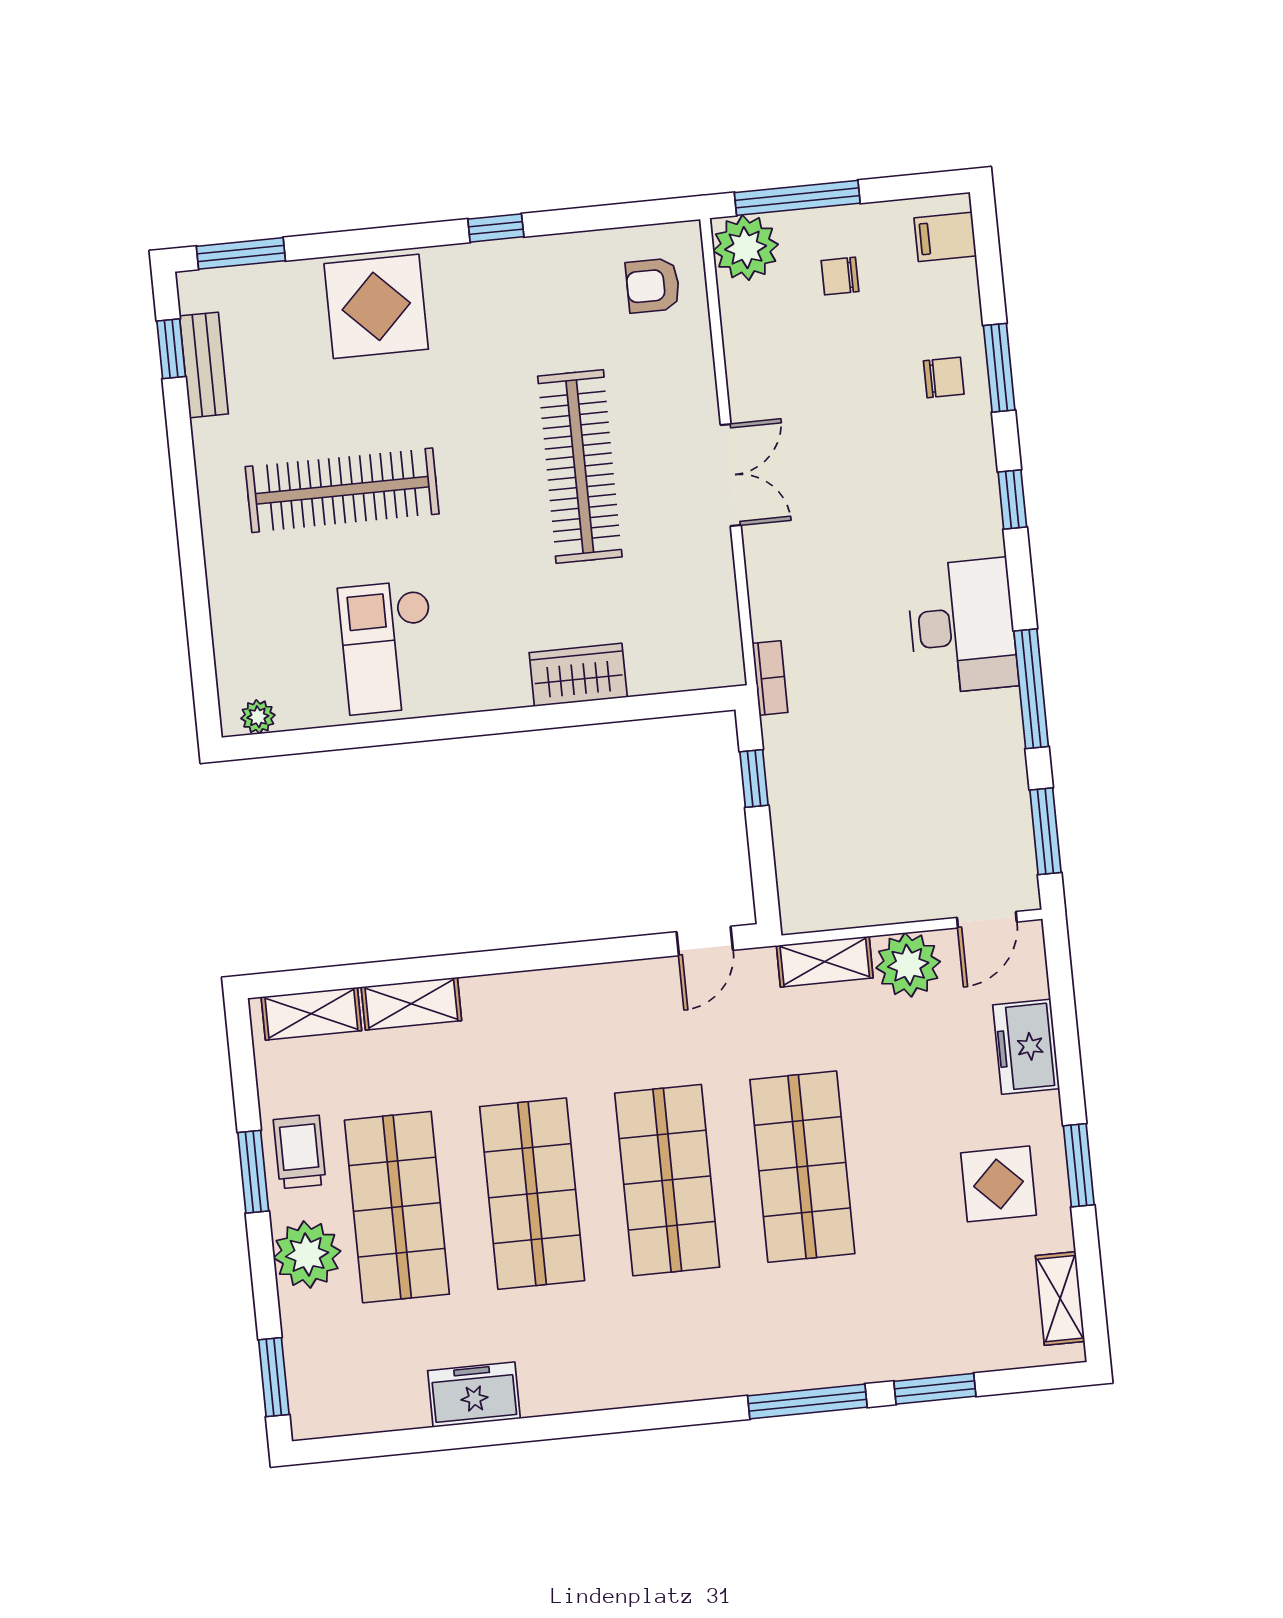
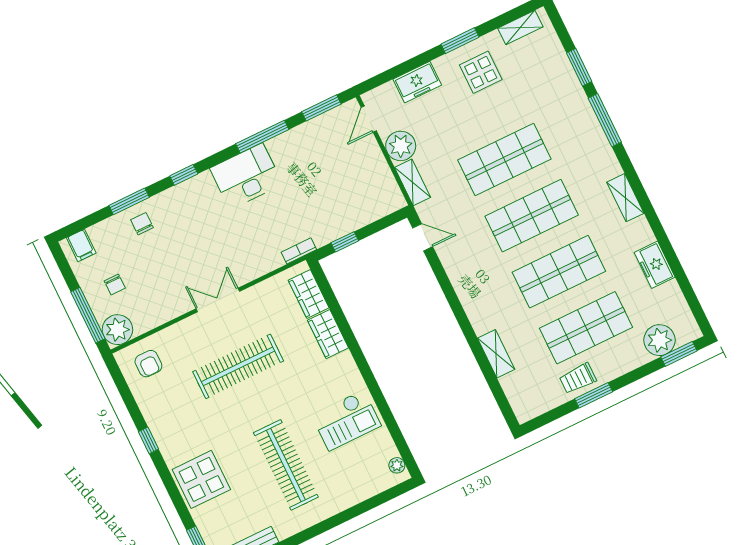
wardrobe: (675, 665) -> (309, 294), added
door: (987, 920) -> (369, 119), swing flipped
shelving: (311, 1014) -> (625, 198), moved
plant: (307, 1254) -> (659, 340), moved

